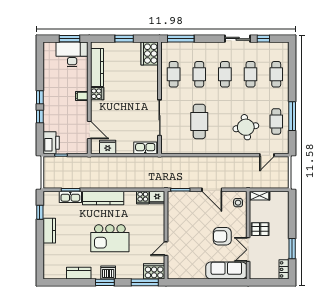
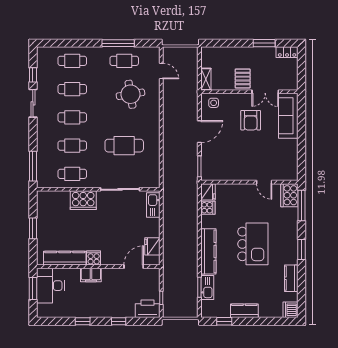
cooker: (150, 54) -> (83, 200), moved
filing cabinet: (82, 96) -> (91, 275), width x2.00
window: (40, 97) -> (83, 321), moved
dishwasher: (108, 273) -> (291, 310), moved

